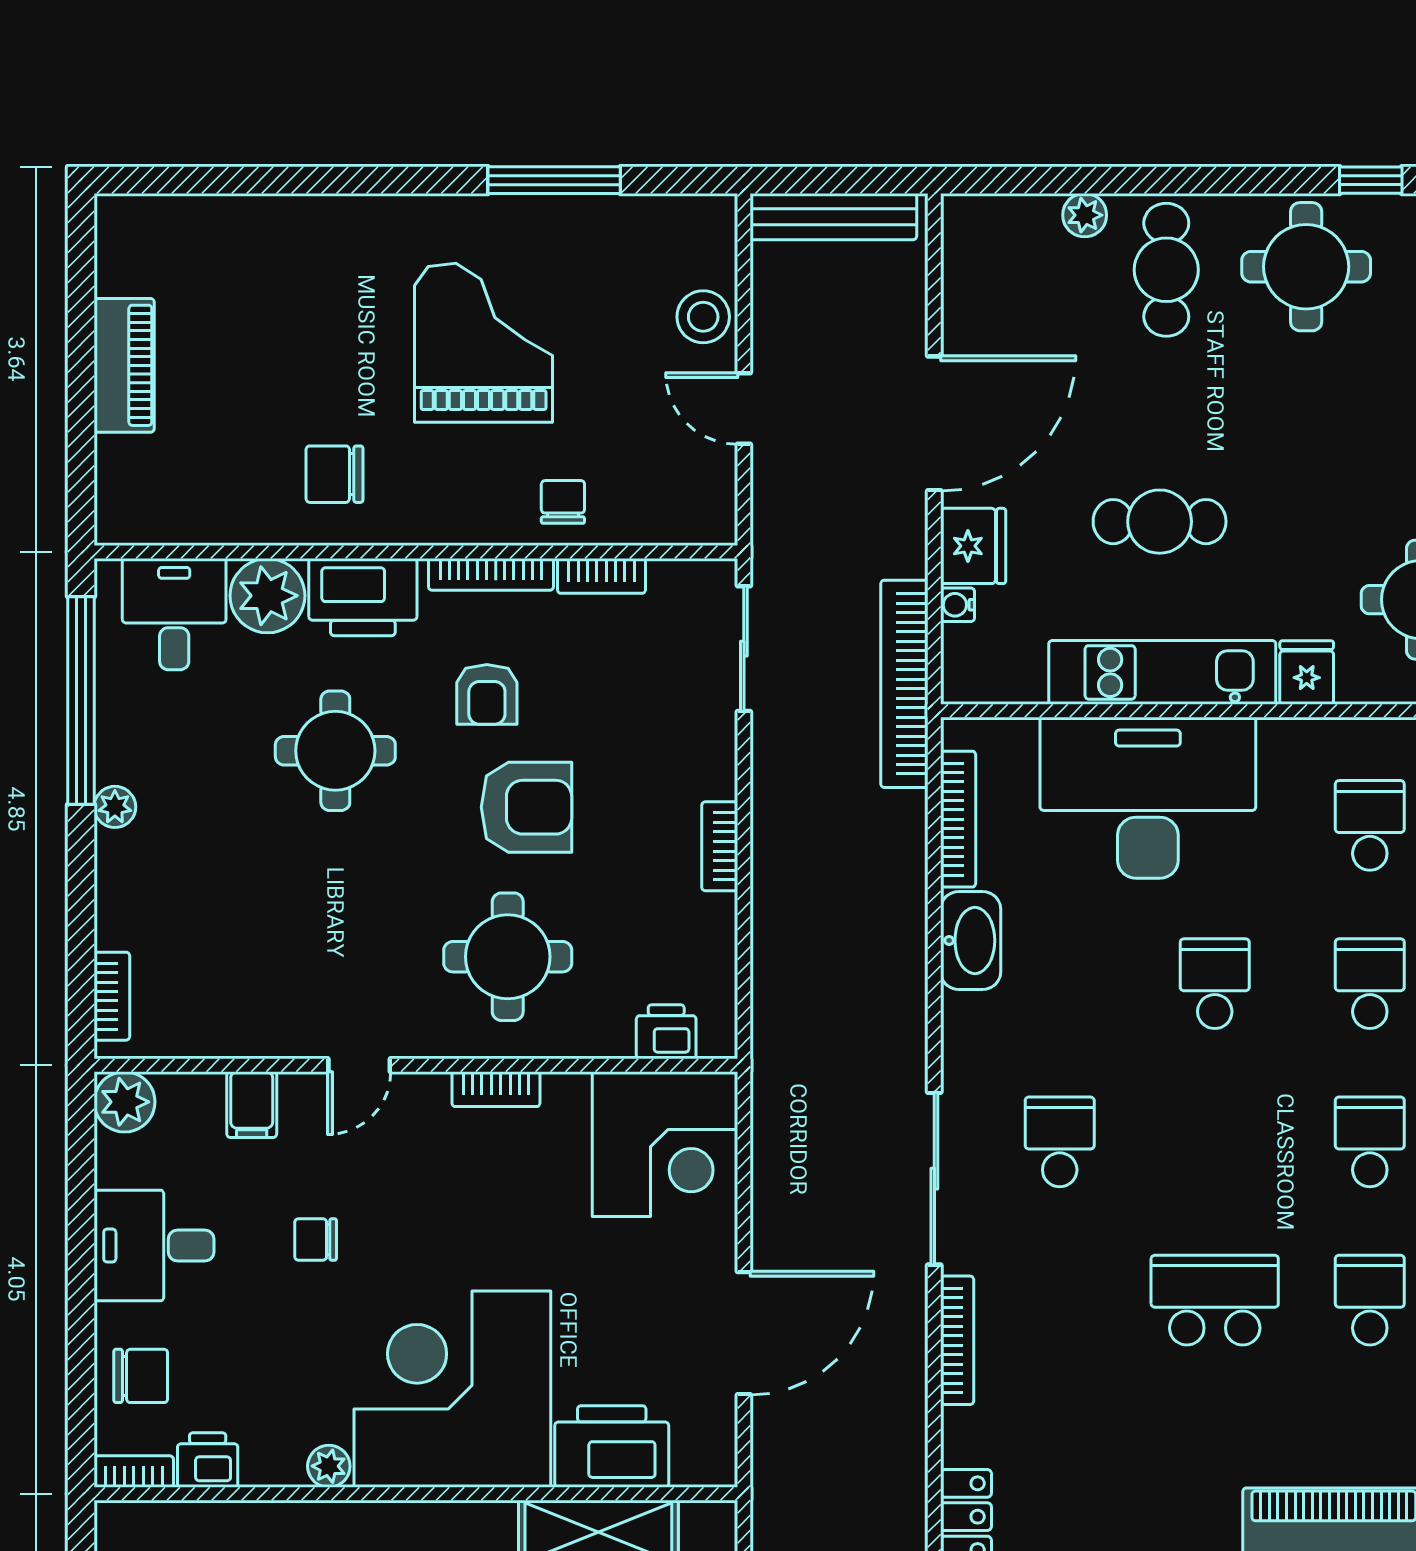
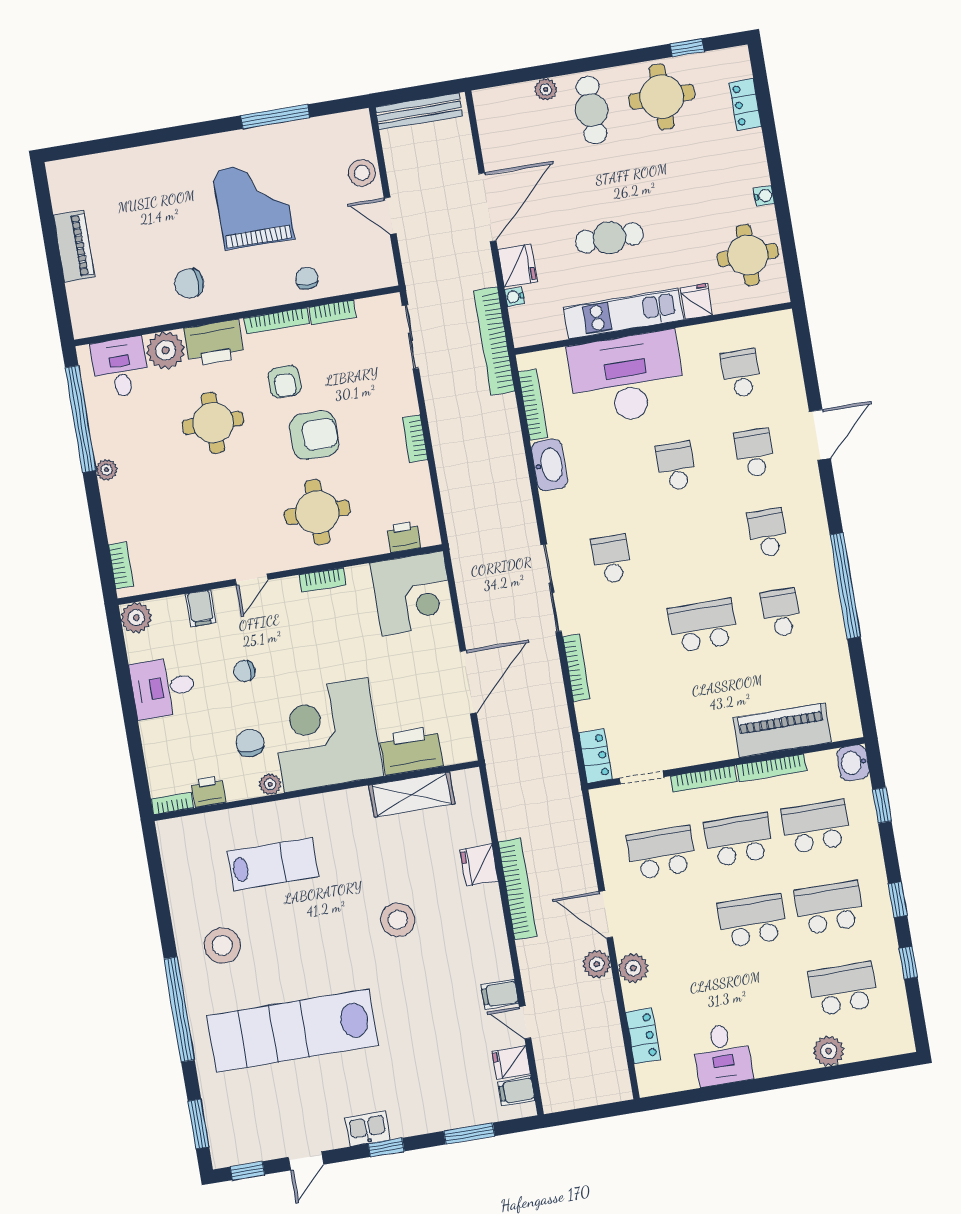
chair: (141, 1376) -> (250, 743), moved, turned -90

